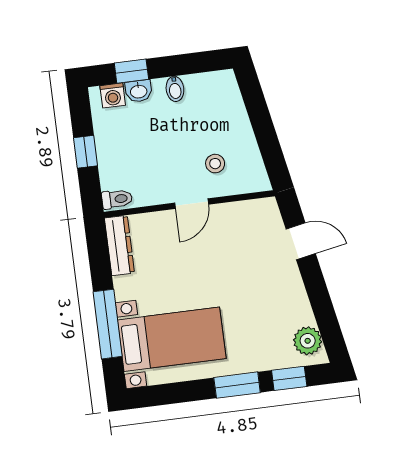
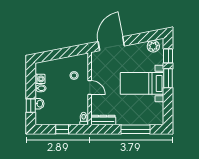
washing machine: (113, 95) -> (40, 79), moved
door: (301, 241) -> (111, 44), width x1.88
bed with nightstands: (172, 339) -> (142, 83), moved, turned -90

